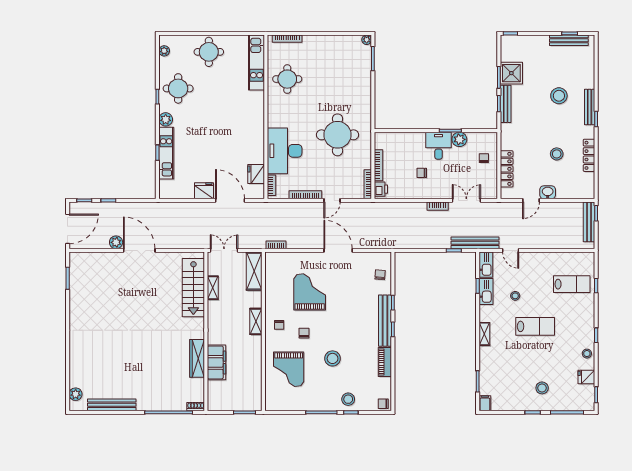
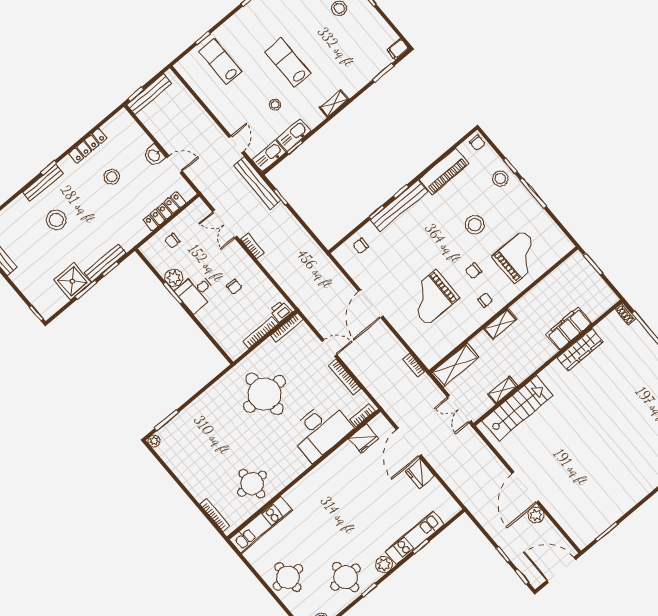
piano: (385, 362) -> (444, 171), width x1.37, depth x1.33

